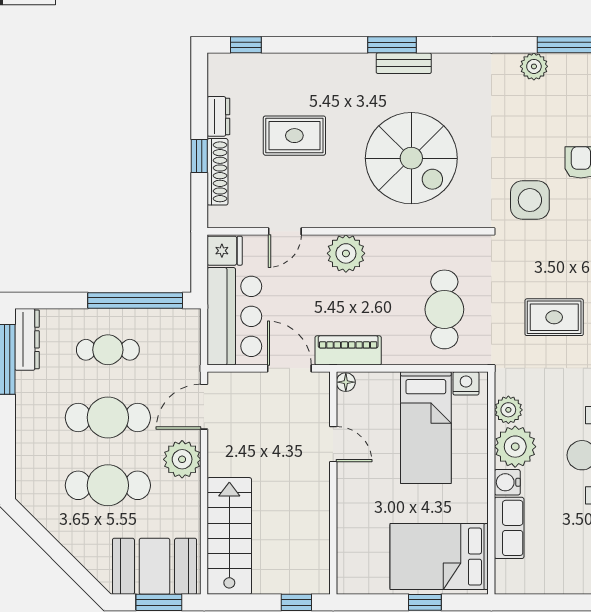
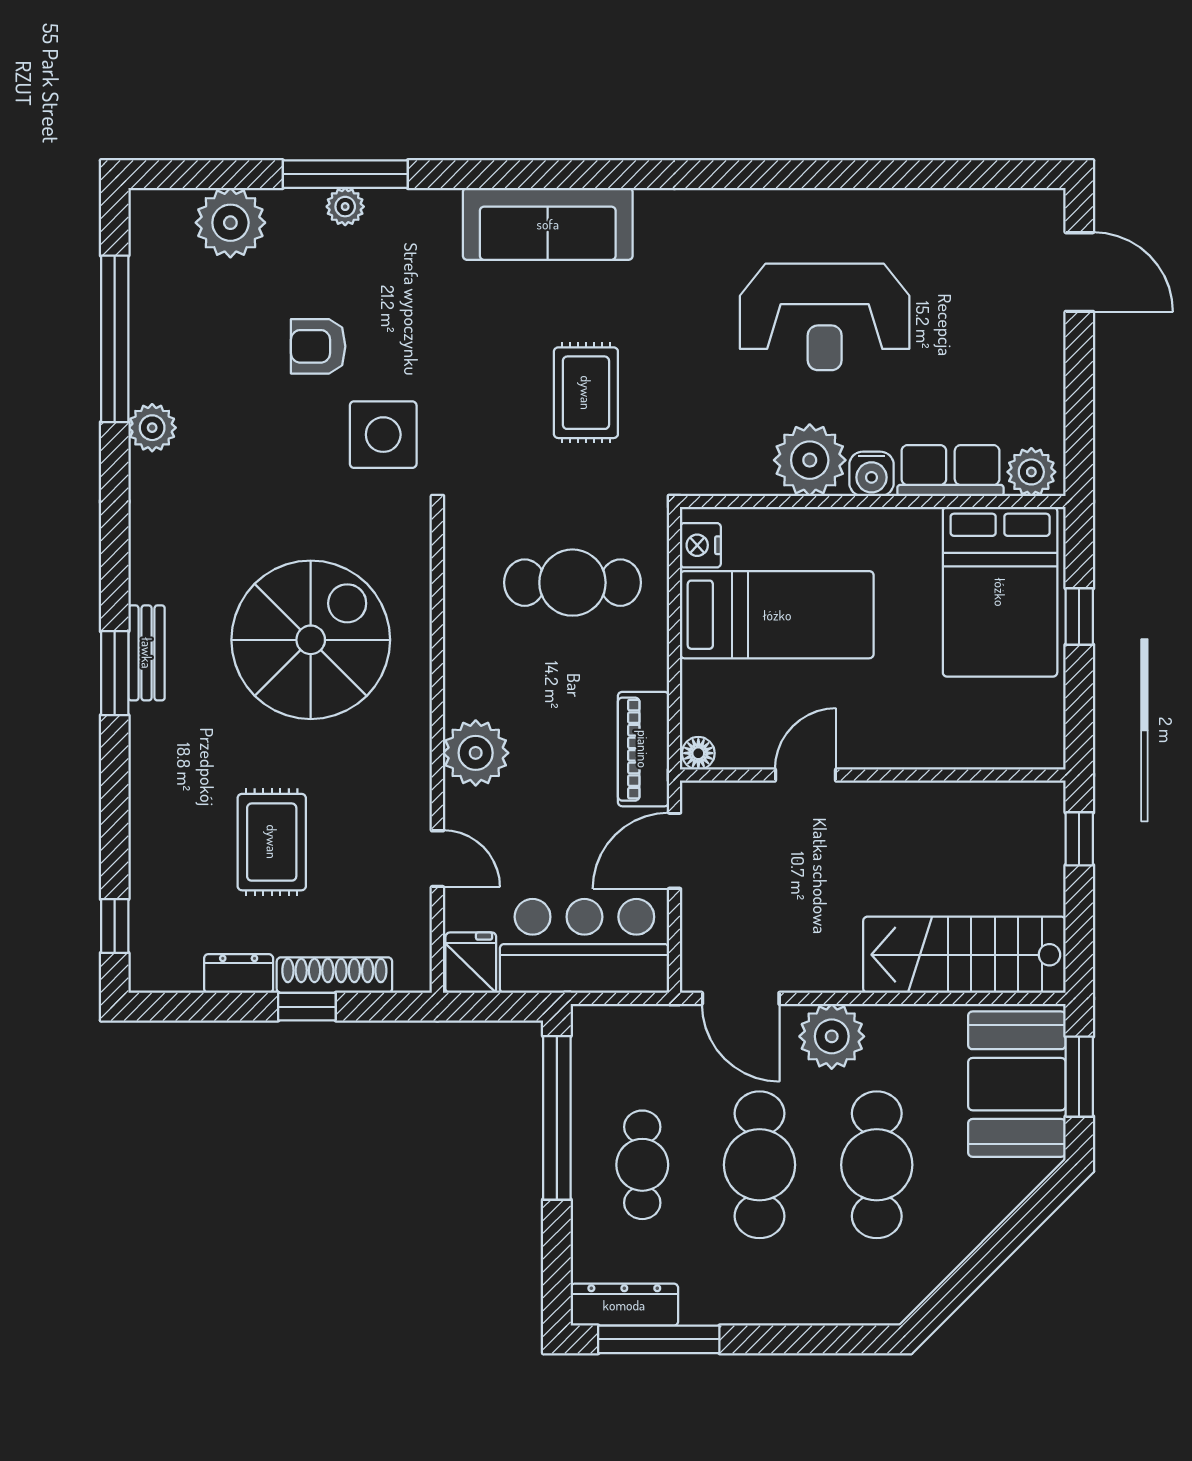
plant: (508, 410) -> (1031, 472), moved

